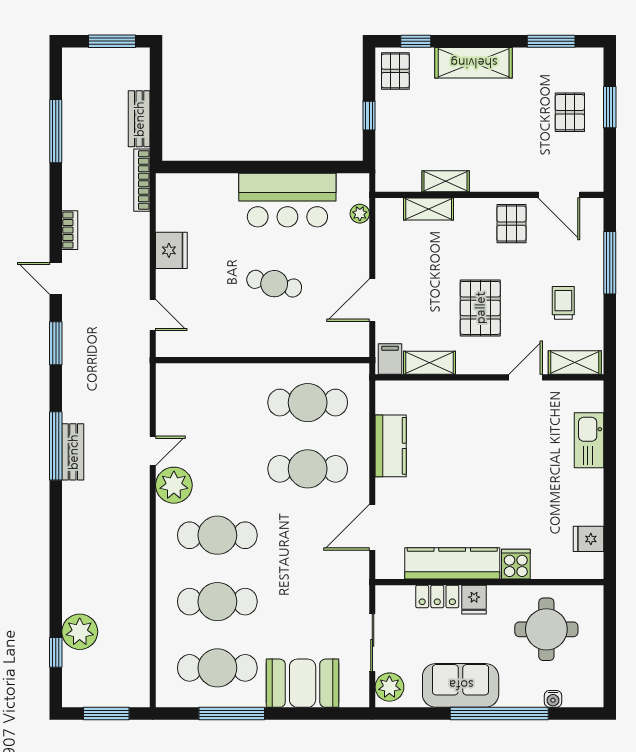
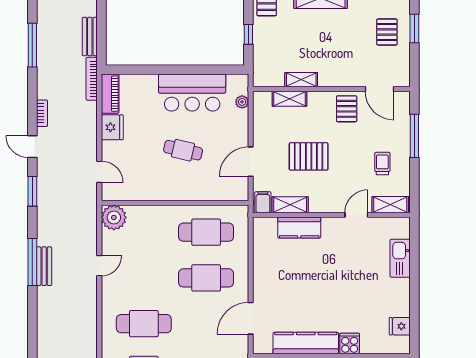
piano: (168, 202) -> (110, 94), added
pallet: (480, 308) -> (309, 156), moved, turned 90
kitchen counter: (391, 446) -> (299, 228), moved, turned 90
plant: (174, 485) -> (114, 217), moved

